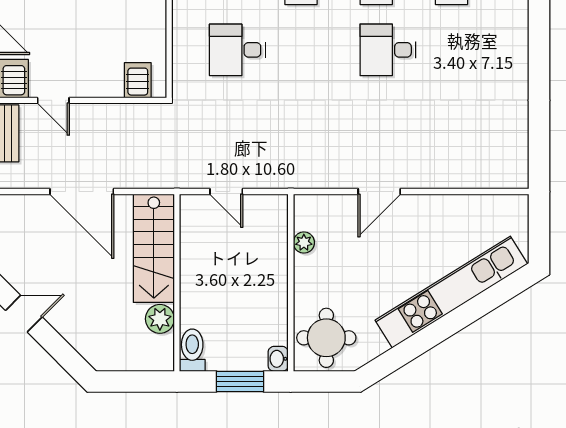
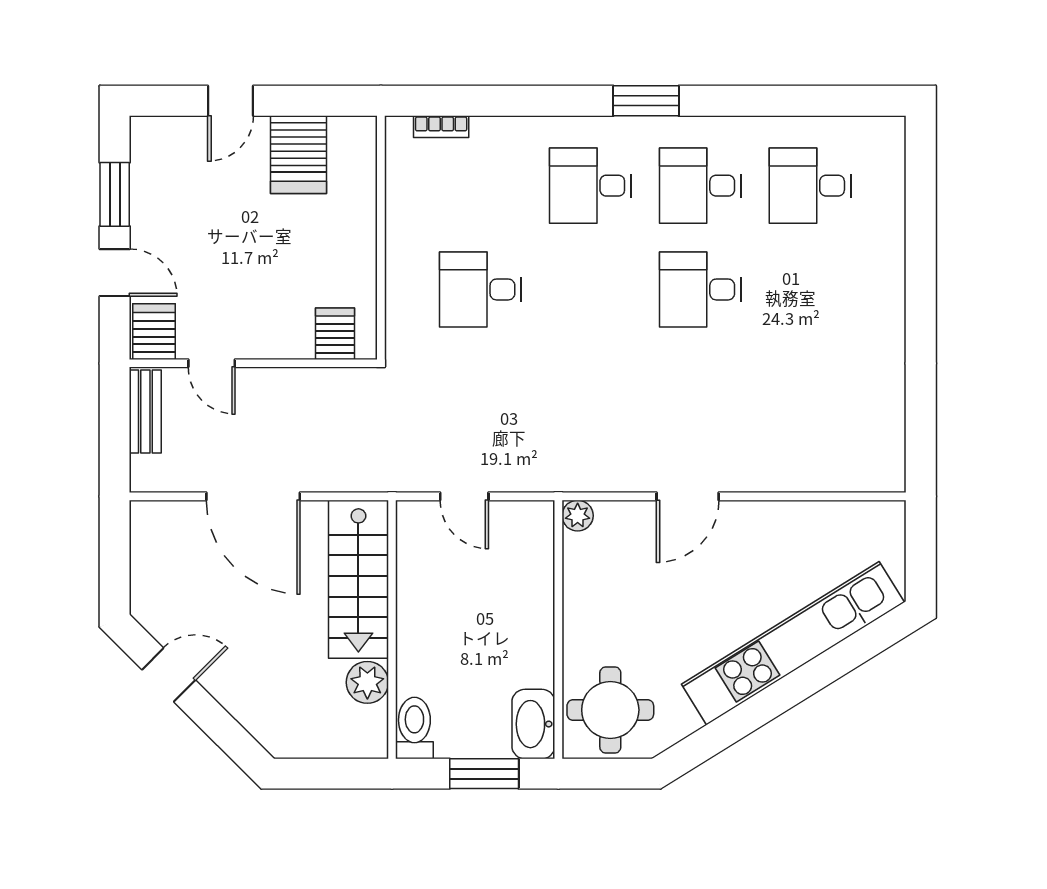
plant: (304, 243) -> (578, 516), moved
washbasin: (278, 359) -> (533, 724), width x1.91, depth x1.45

